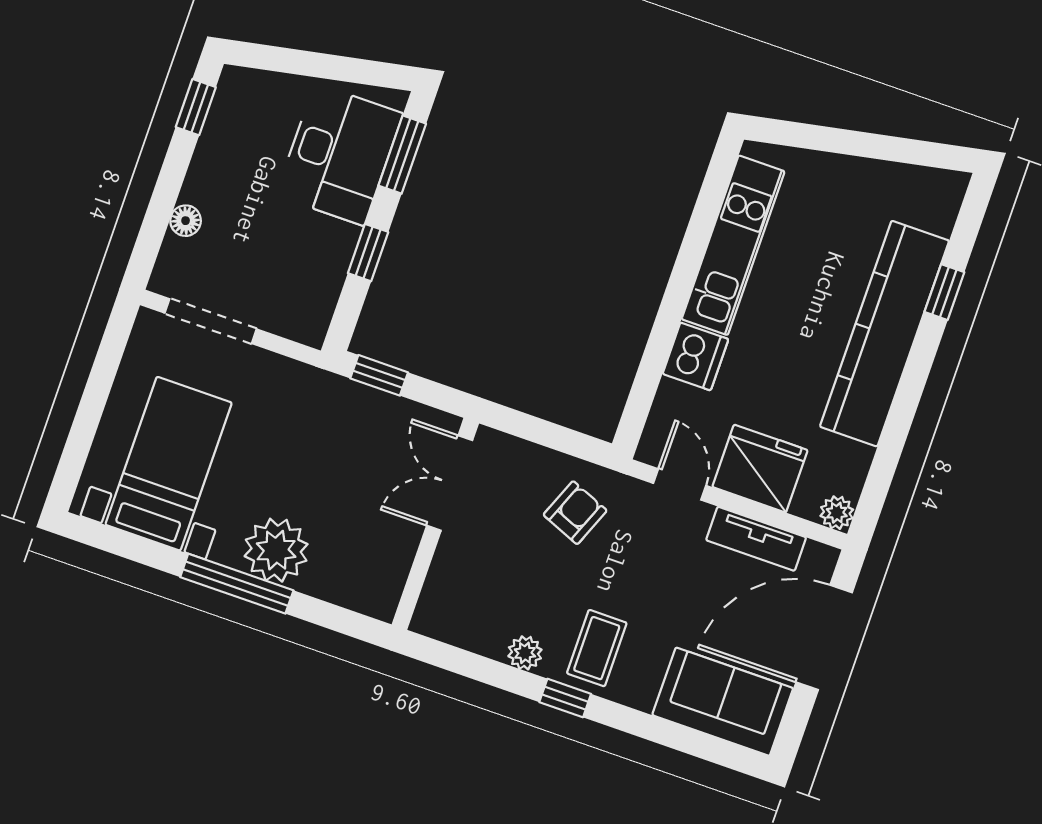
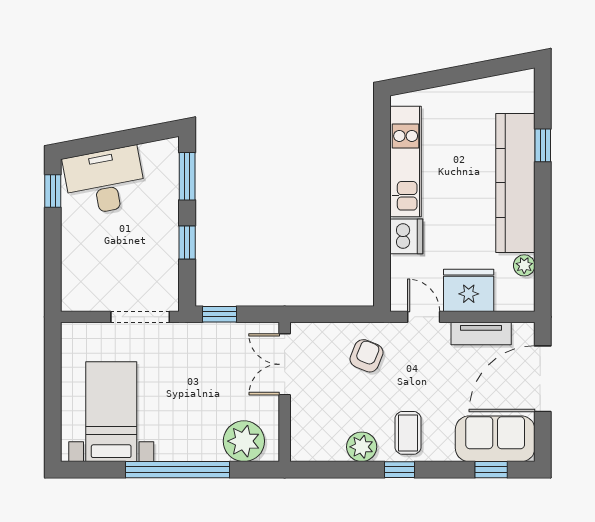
desk: (339, 154) -> (105, 181), moved, turned -101
floor lamp: (186, 221) -> (70, 262), removed
doorway: (211, 321) -> (140, 317), moved
plant: (837, 513) -> (524, 265), moved
plant: (276, 550) -> (244, 441), moved
window: (237, 584) -> (178, 470), width x1.46
plant: (525, 653) -> (362, 447), width x1.38, depth x1.38
window: (701, 745) -> (491, 470), added

